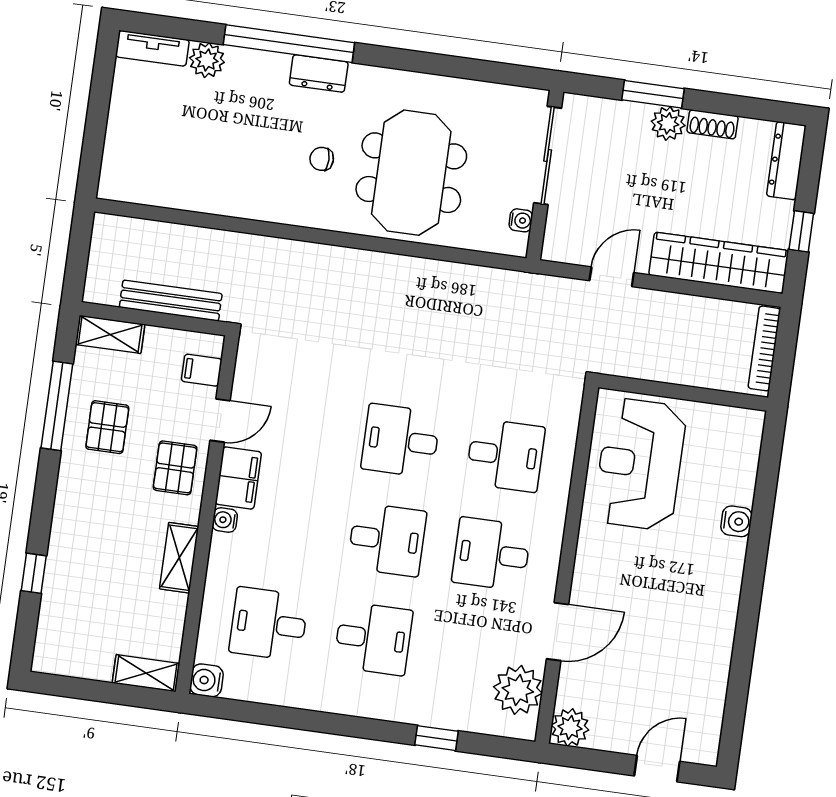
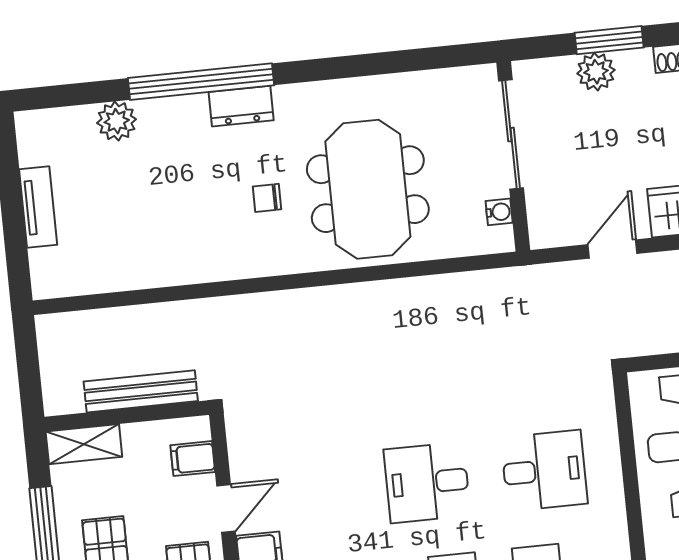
tv unit: (152, 48) -> (38, 207), moved, turned -90
plant: (668, 123) -> (596, 72), moved

